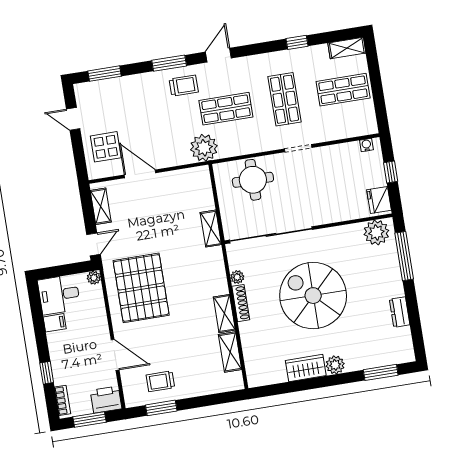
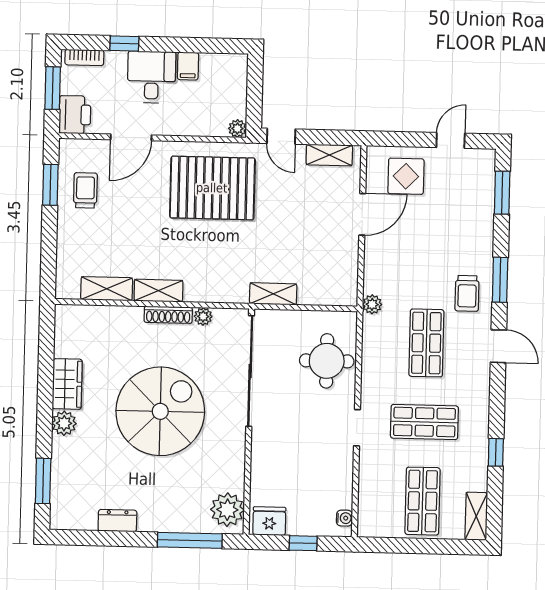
plant: (204, 148) -> (372, 304), width x0.53, depth x0.53
desk: (59, 295) -> (152, 77), moved

